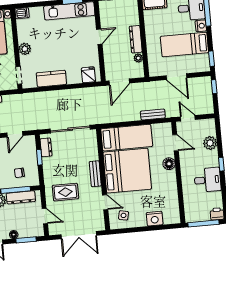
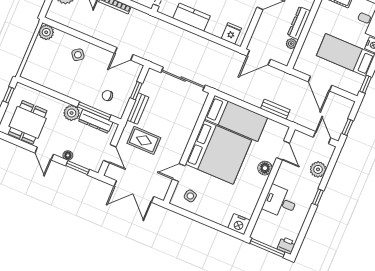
window: (214, 87) -> (348, 127), moved
door: (188, 118) -> (322, 138), moved
dresser: (46, 147) -> (148, 84), removed
bench: (95, 174) -> (138, 109), moved
desk: (208, 180) -> (280, 202), moved, turned 180
door: (105, 202) -> (179, 172), swing flipped
nightstand: (155, 219) -> (239, 224), moved

